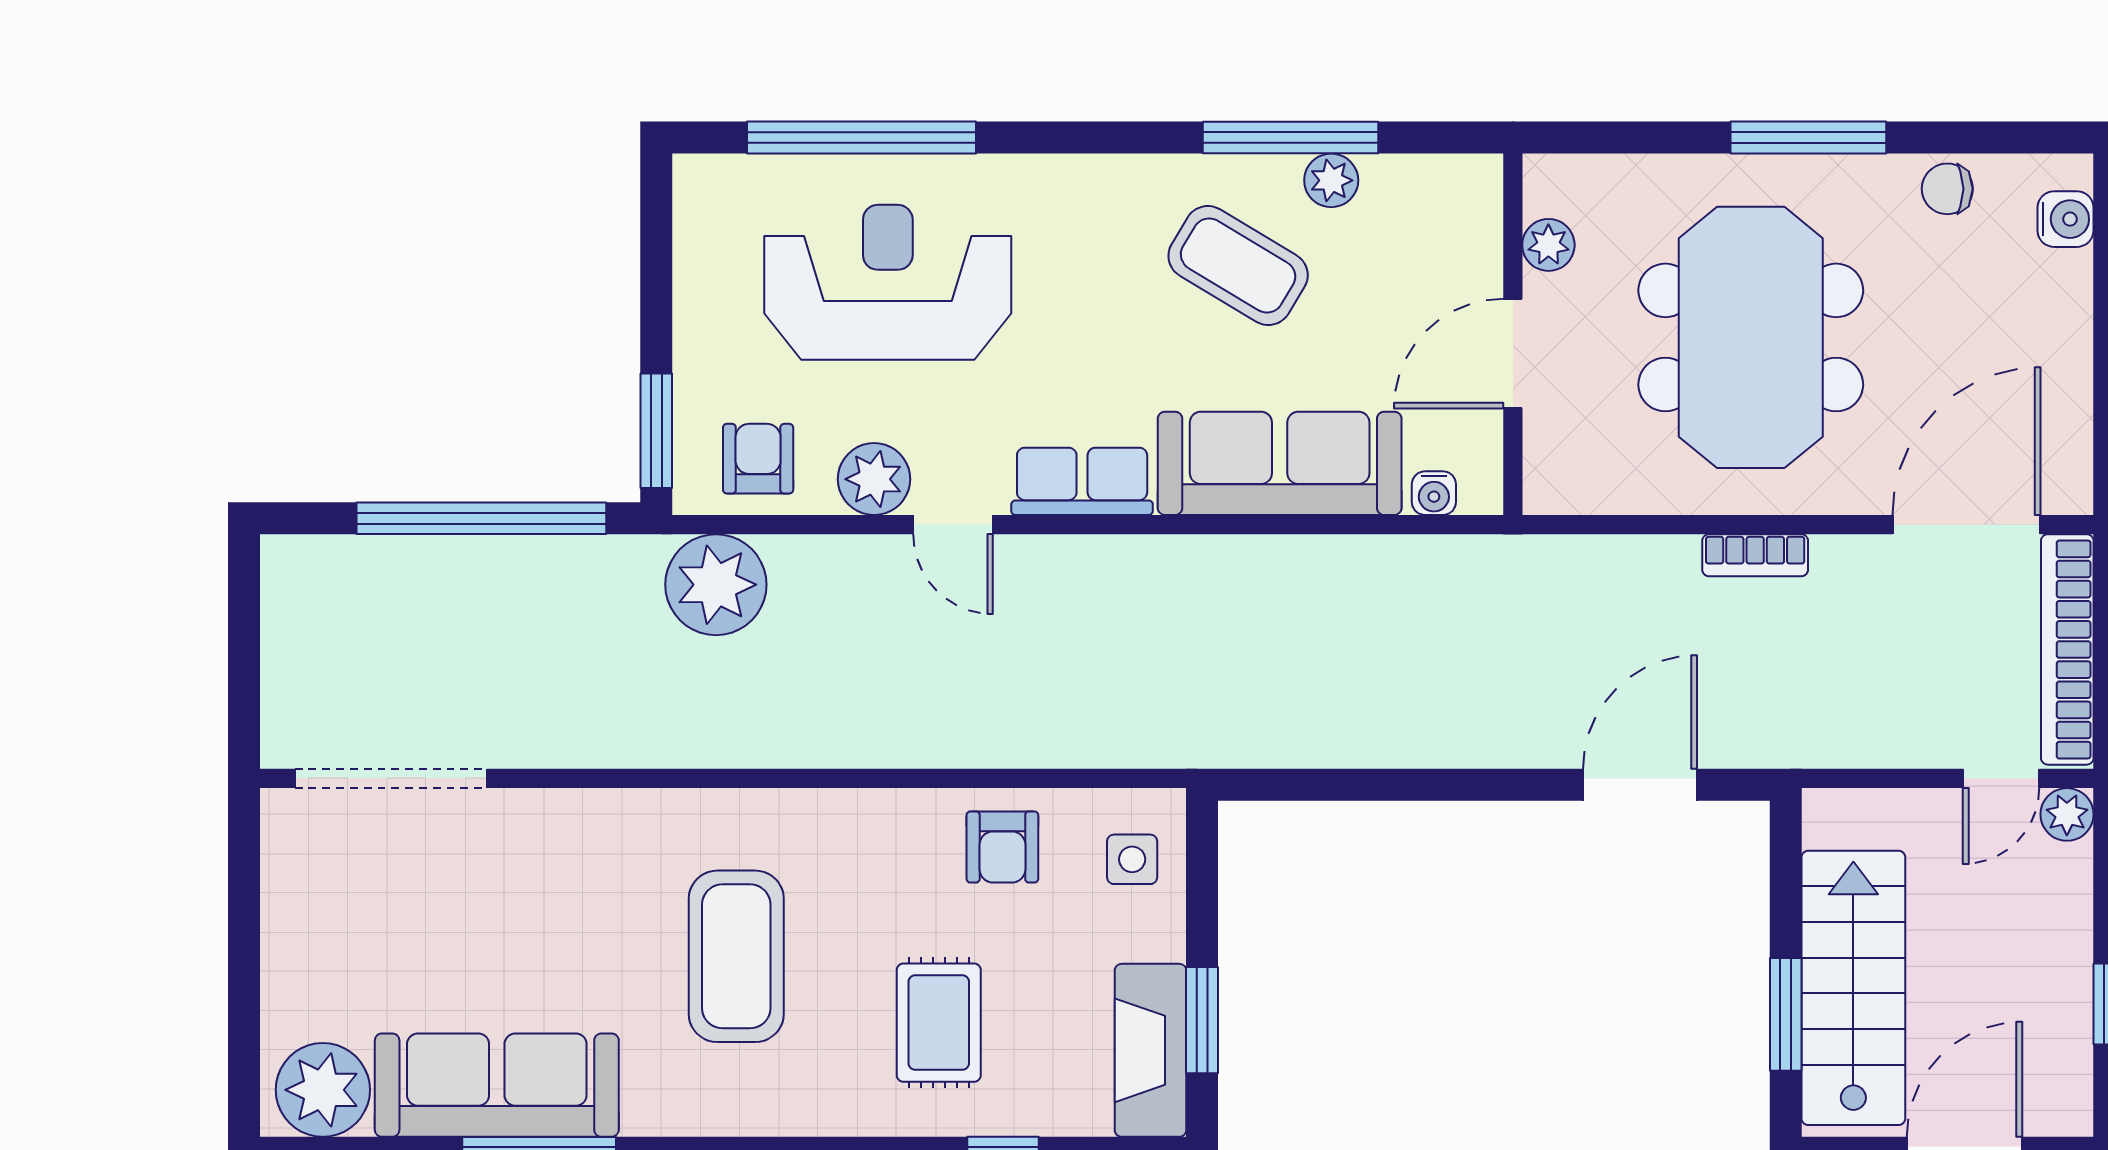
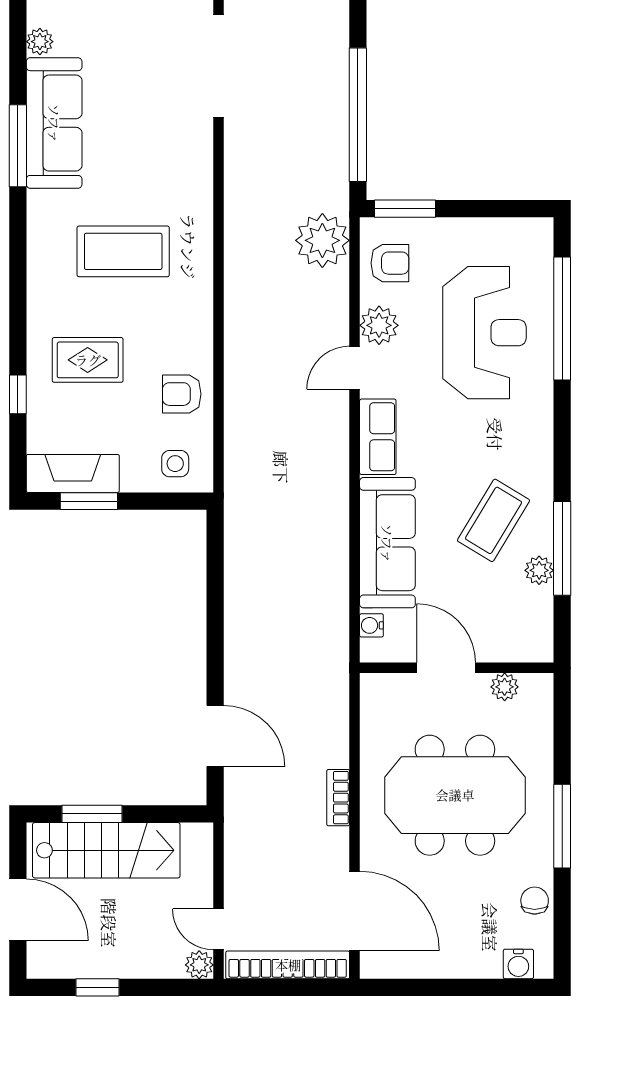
plant: (323, 1090) -> (40, 42), width x0.53, depth x0.53

